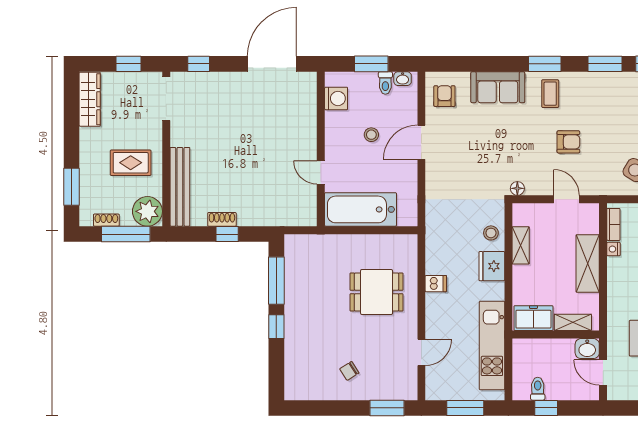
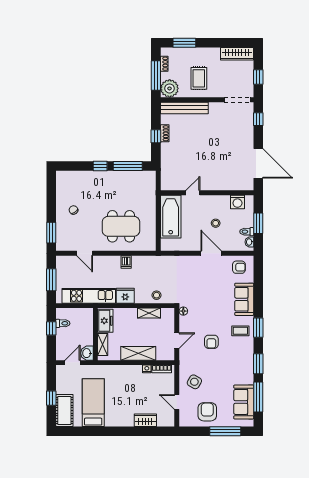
fridge: (492, 266) -> (125, 296), moved
dining table: (377, 292) -> (121, 226), width x1.38

